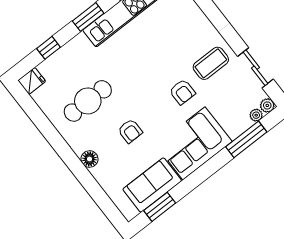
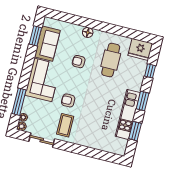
fridge: (32, 81) -> (140, 49), width x1.88, depth x1.34

